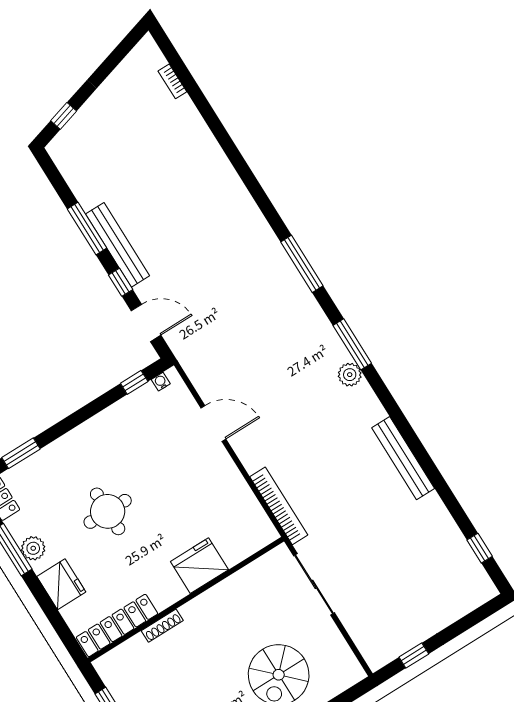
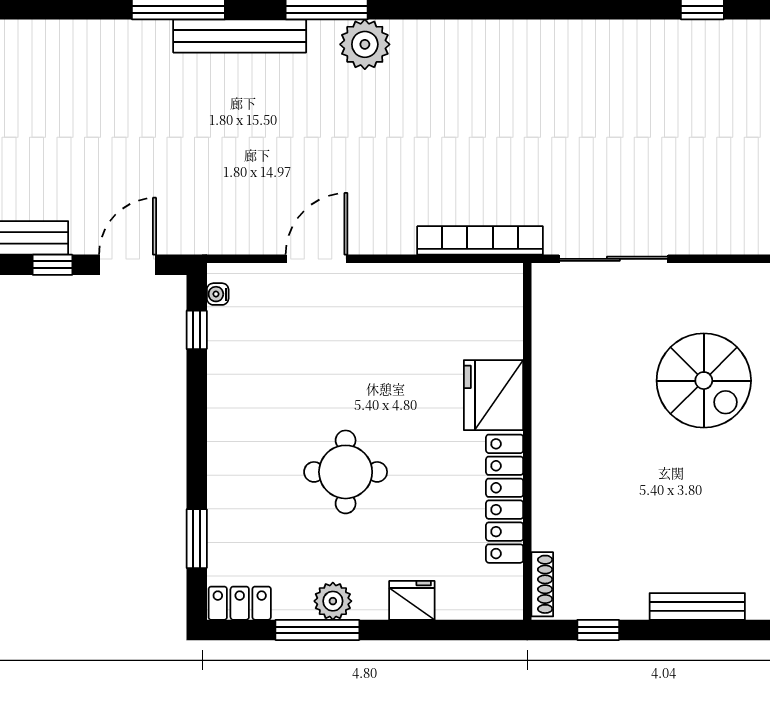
plant: (350, 375) -> (365, 44), width x1.36, depth x1.36
bench: (403, 458) -> (240, 36), moved
fridge: (61, 584) -> (412, 600), width x0.73, depth x0.75
locker: (117, 625) -> (505, 499), moved
shoe rack: (162, 626) -> (542, 584), moved

